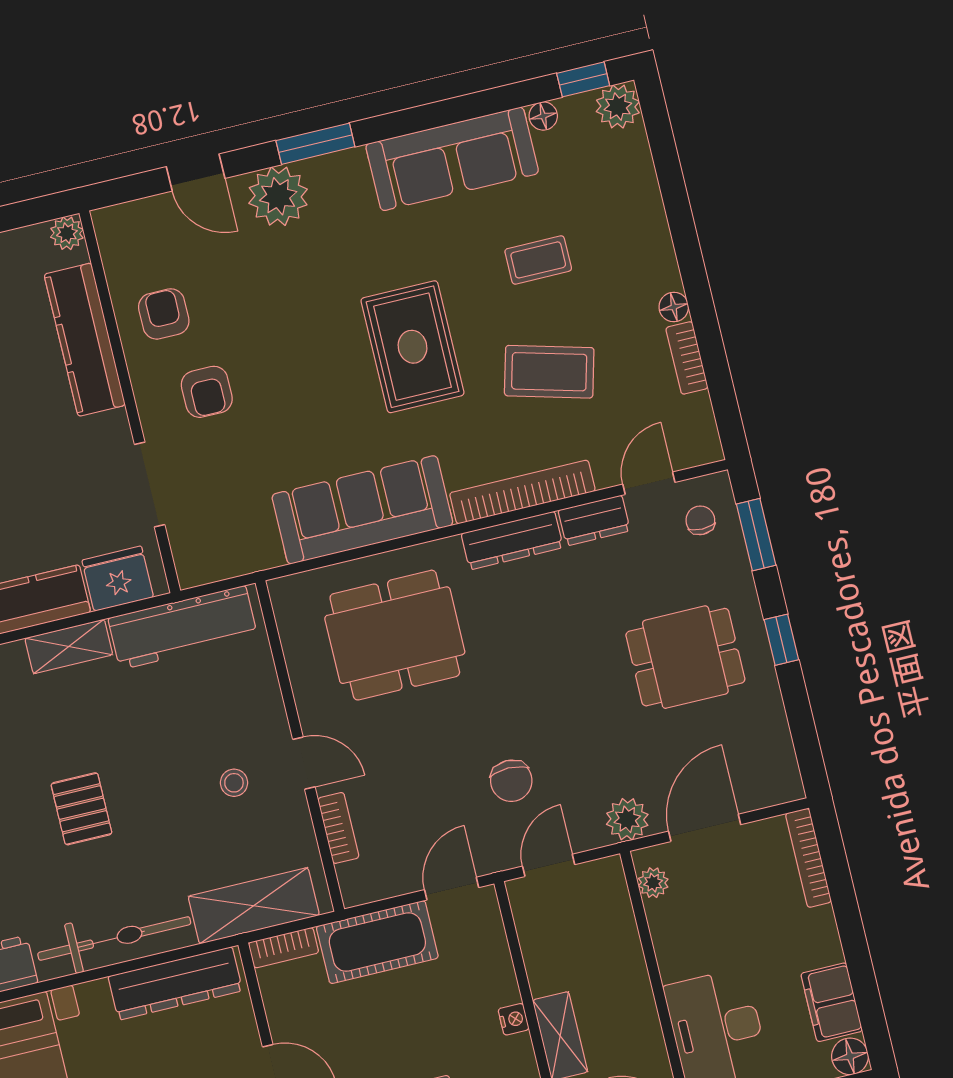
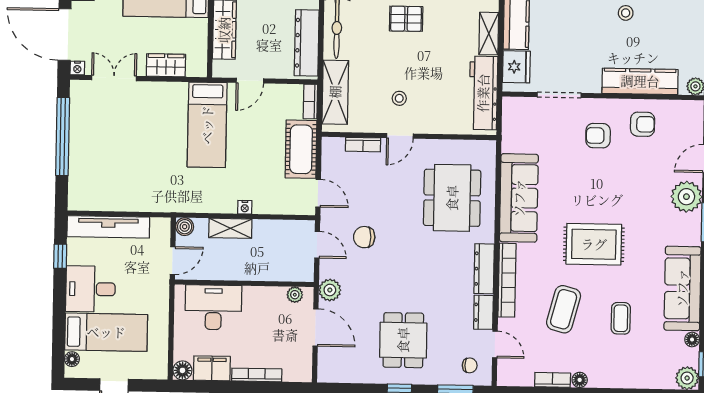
bookcase: (808, 858) -> (257, 375), moved

